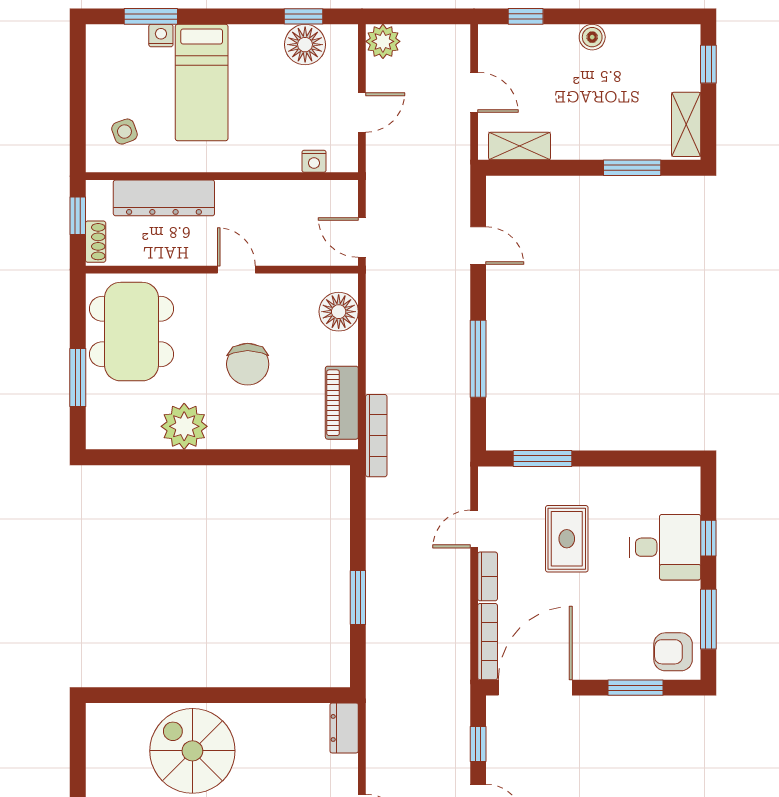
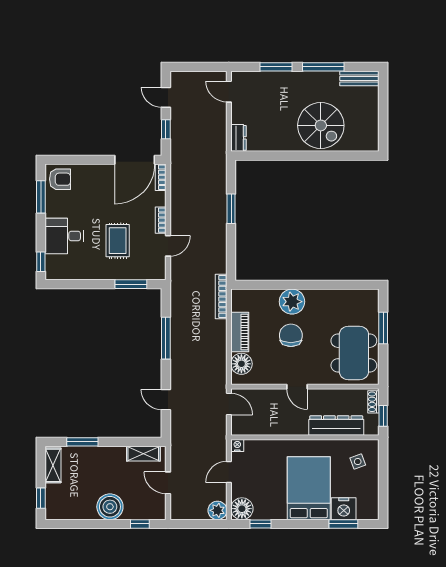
nightstand: (161, 36) -> (344, 509), width x1.89, depth x1.79
boiler: (592, 37) -> (110, 507), width x1.86, depth x1.86
floor lamp: (305, 45) -> (242, 509), moved
bed: (202, 83) -> (309, 488), width x1.50
nightstand: (314, 161) -> (237, 445), moved
piano: (342, 403) -> (240, 332), moved
plant: (184, 426) -> (292, 302), moved
window: (708, 538) -> (41, 262), moved
bookcase: (488, 642) -> (161, 177), width x0.64
window: (636, 688) -> (80, 160), removed

